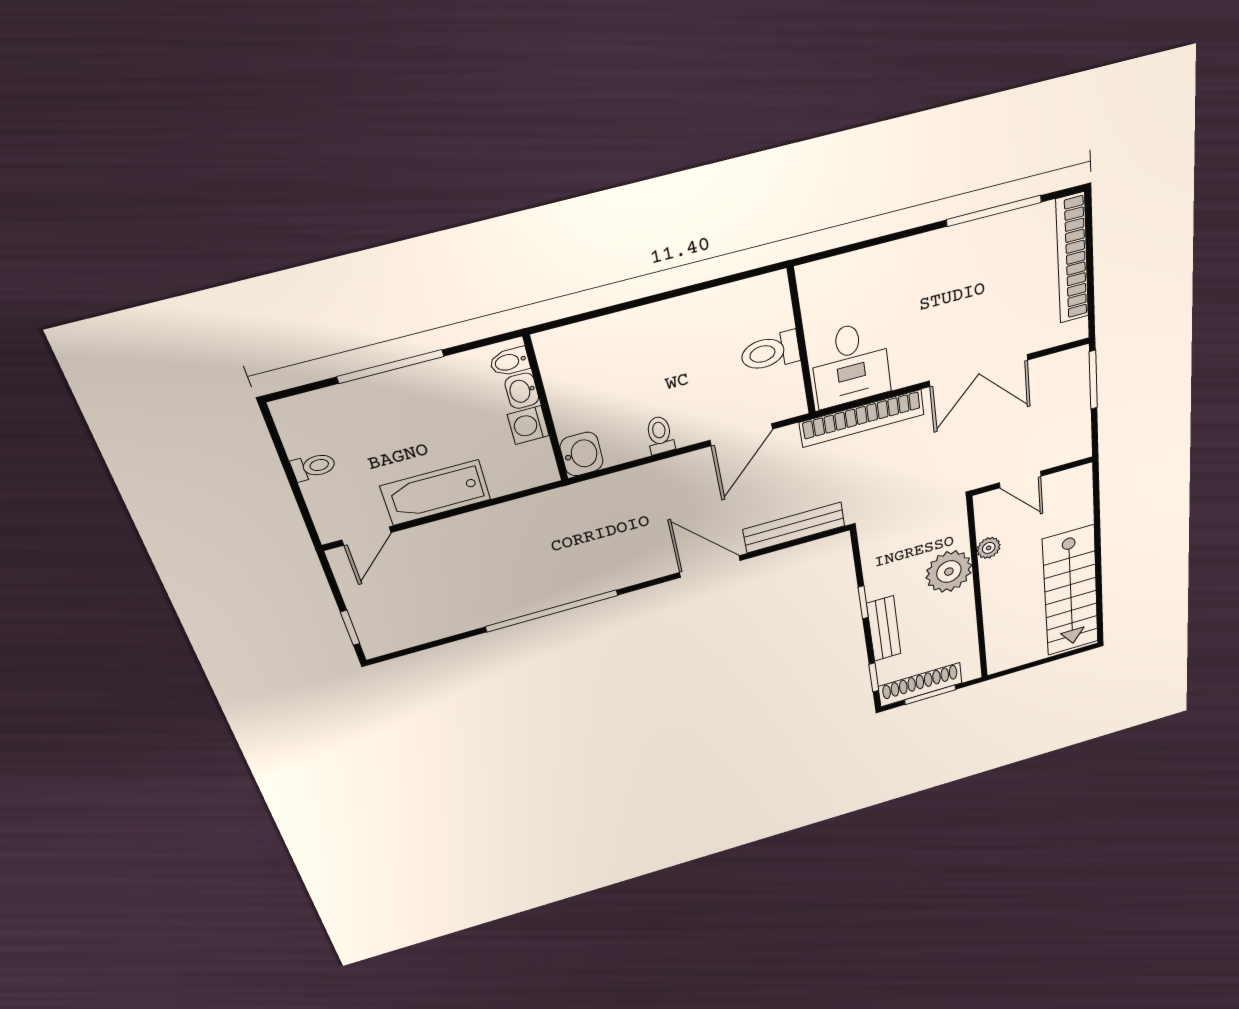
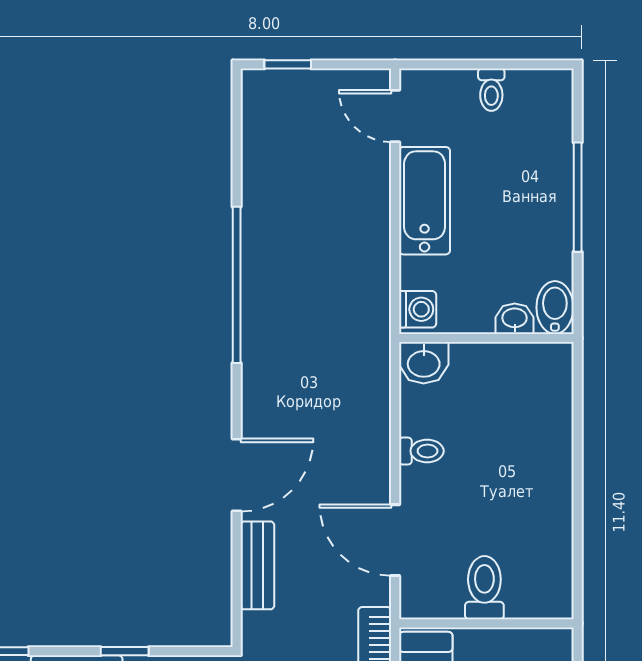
bidet: (510, 362) -> (555, 307), width x1.38, depth x1.36
washing machine: (528, 425) -> (418, 309), moved, turned 90
bench: (794, 528) -> (257, 565), width x0.73

